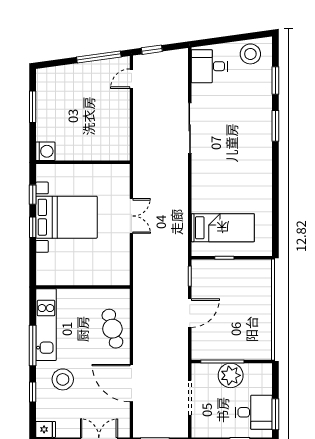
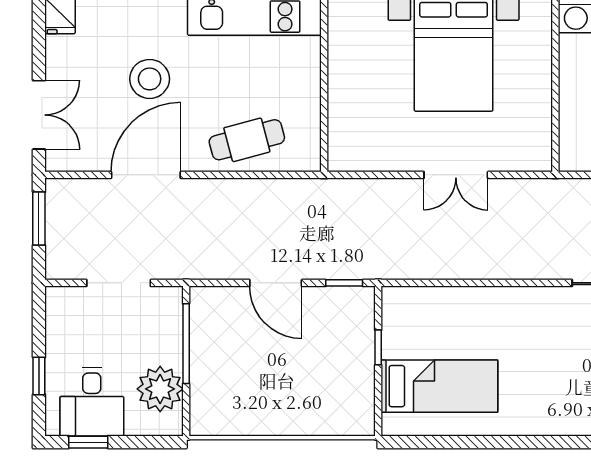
bed: (223, 228) -> (439, 386), moved, turned -90
plant: (231, 375) -> (160, 389), moved
stool: (63, 379) -> (150, 79), moved
window: (275, 414) -> (88, 442), width x0.67

